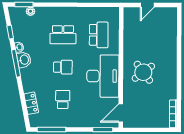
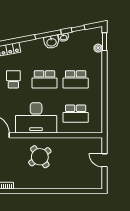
school desk: (63, 35) -> (76, 79), turned -90
school desk: (63, 67) -> (44, 79), width x1.85
school desk: (63, 99) -> (13, 79), turned -90

